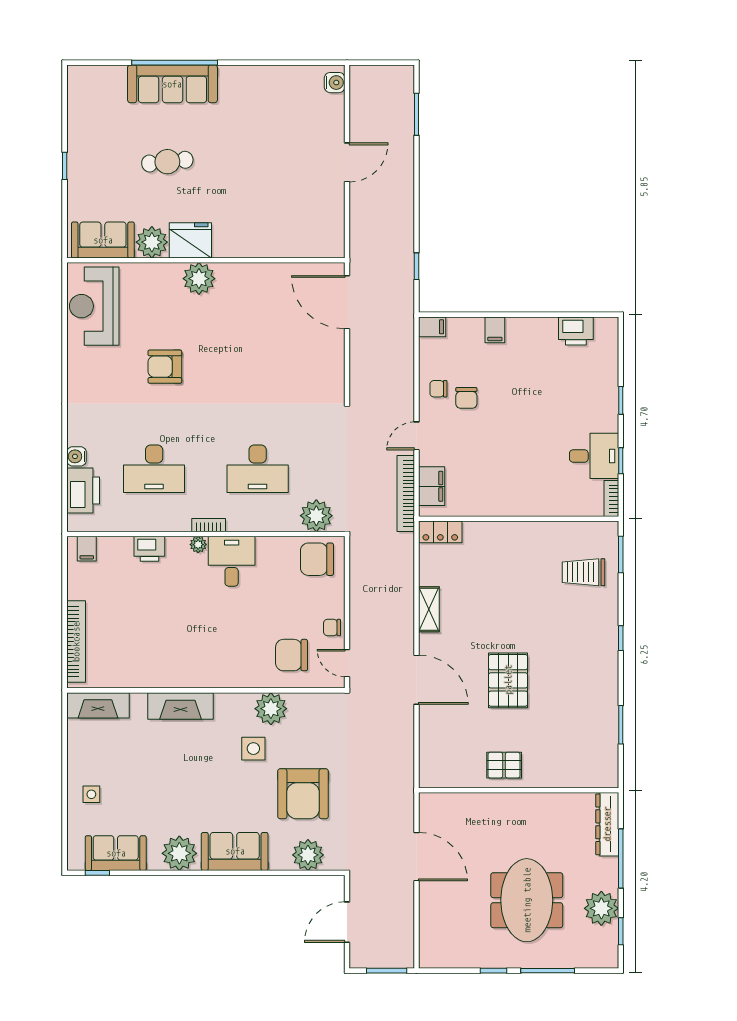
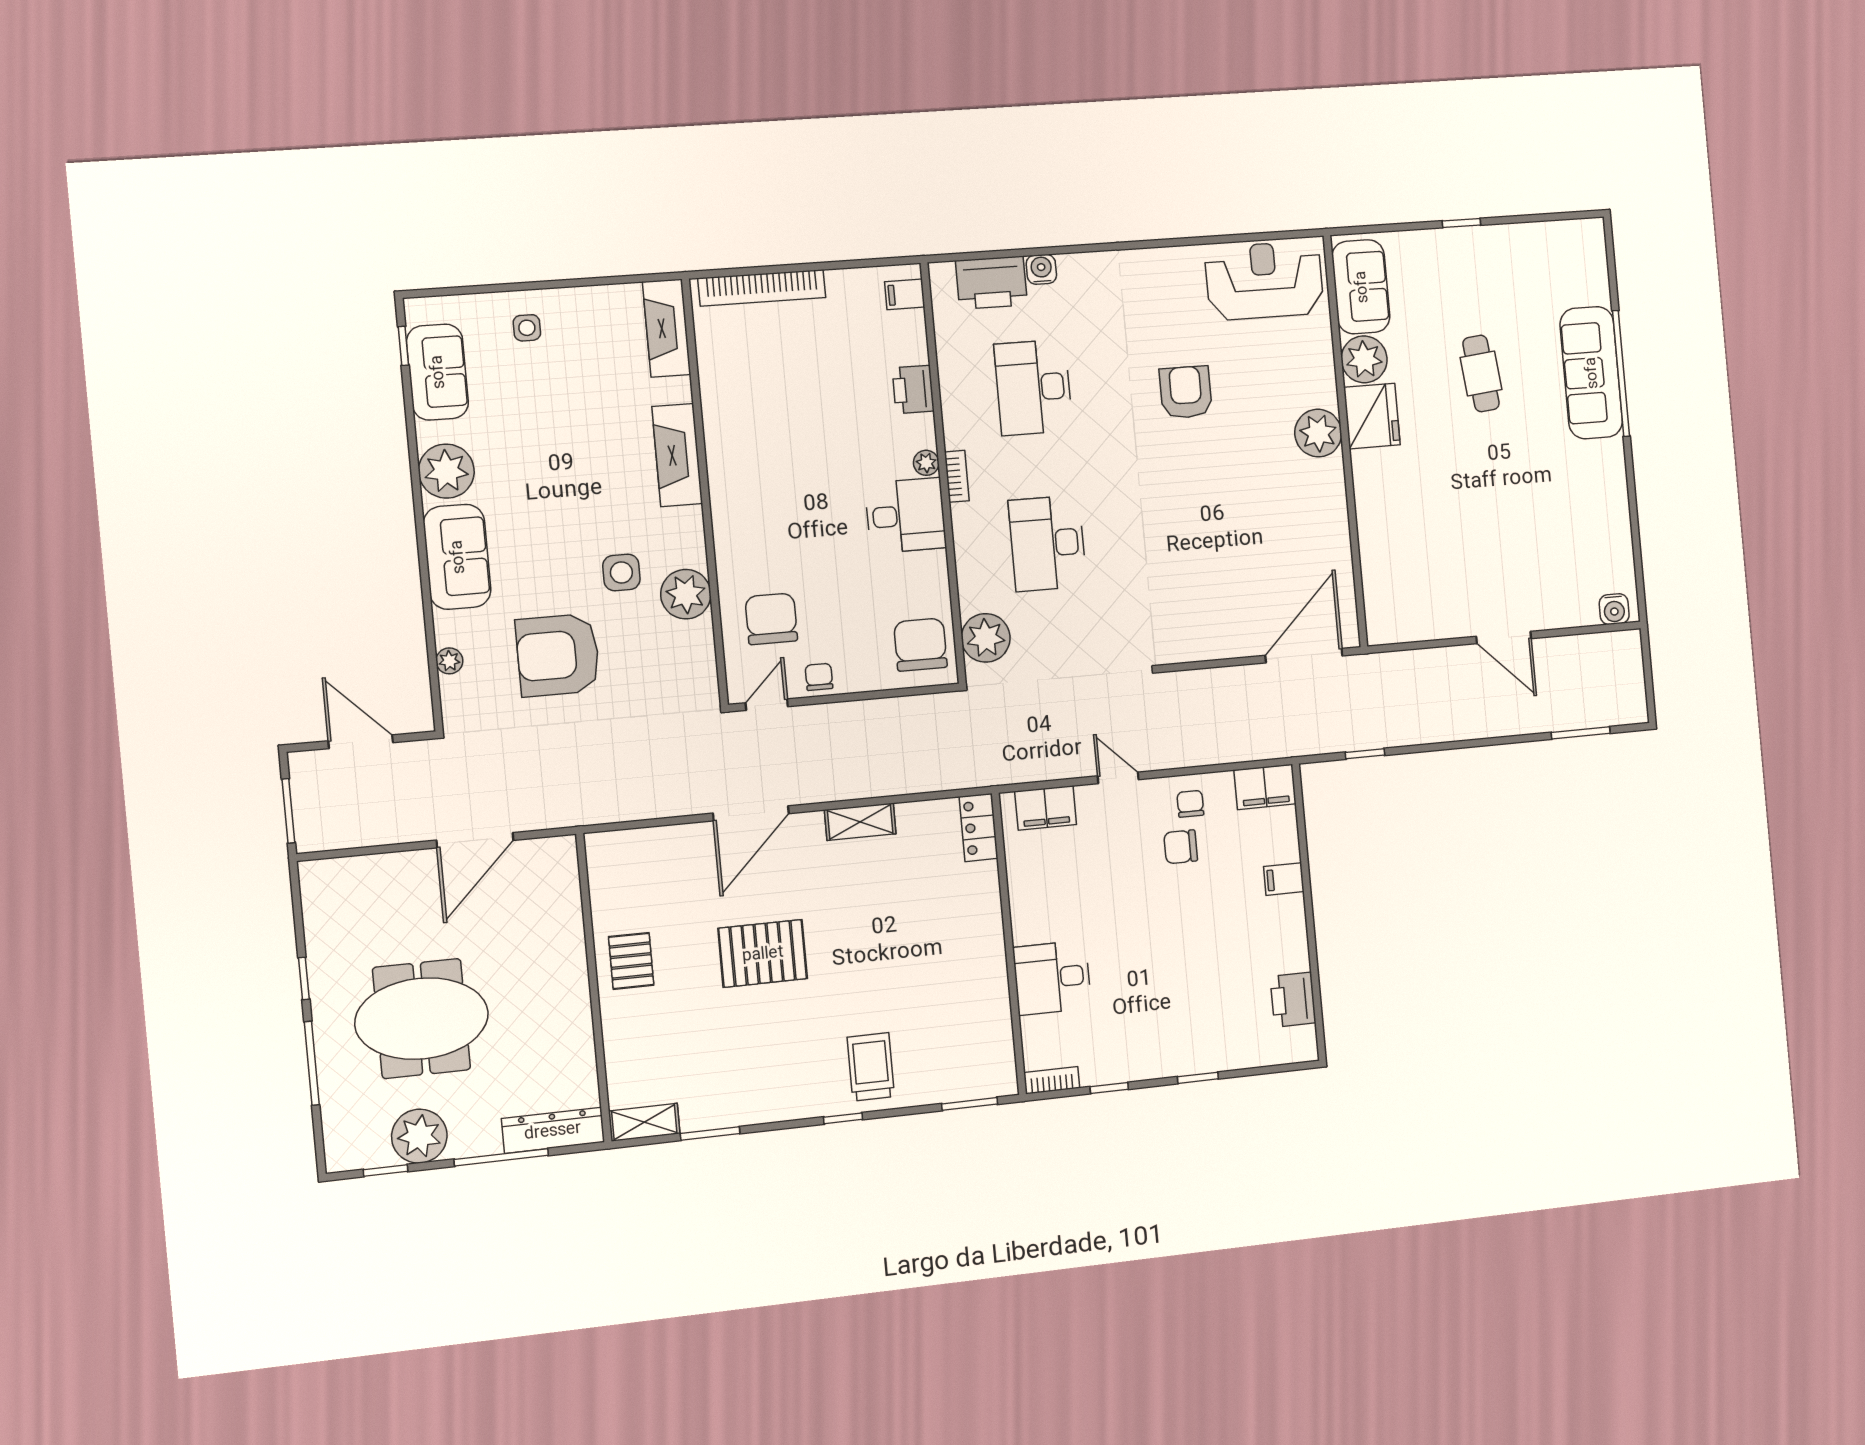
filing cabinet: (432, 327) -> (1265, 787), width x2.00
desk: (594, 456) -> (1052, 978), moved, turned 90
bookcase: (406, 493) -> (1031, 770), removed
trolley: (583, 572) -> (871, 1067), moved
shelving: (609, 766) -> (644, 1122), added
plant: (308, 855) -> (449, 661), width x0.53, depth x0.53

